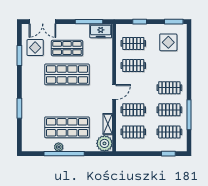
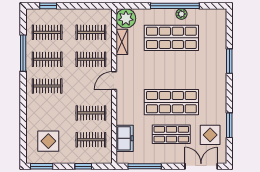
freezer: (101, 31) -> (125, 138), moved, turned 90

